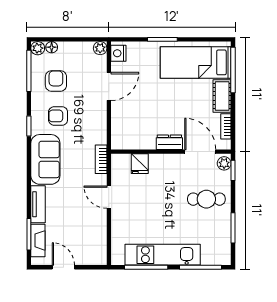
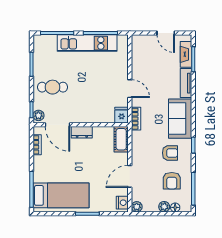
plant: (38, 48) -> (164, 207), moved
cot: (222, 96) -> (121, 139), moved
fridge: (140, 164) -> (122, 115), moved

